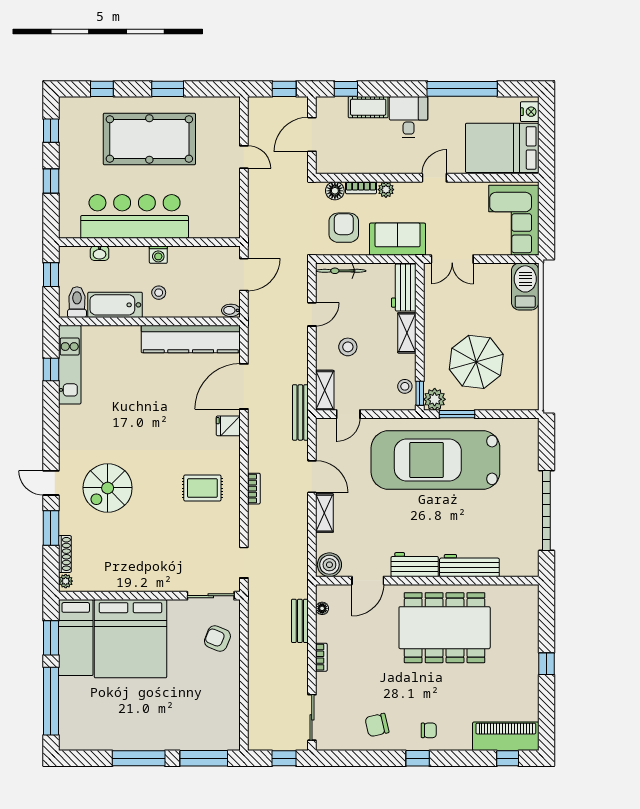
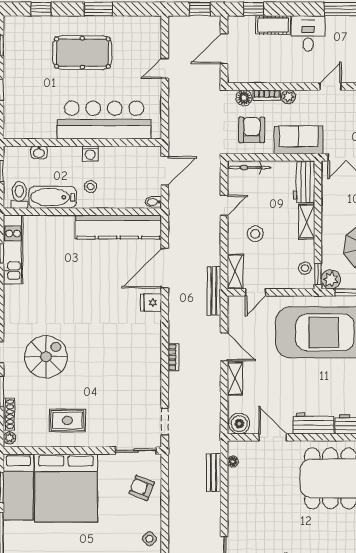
pool table: (149, 139) -> (82, 53), width x0.73, depth x0.76
door: (244, 157) -> (165, 68), swing flipped
bar counter: (135, 216) -> (104, 120), moved
spiral stairs: (108, 488) -> (46, 357), turned 180
rug: (202, 488) -> (67, 420), moved
door: (368, 581) -> (273, 437), swing flipped
bookcase: (321, 657) -> (232, 504), removed
side table: (226, 697) -> (149, 539), added

